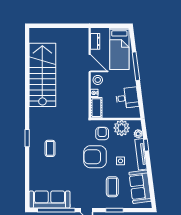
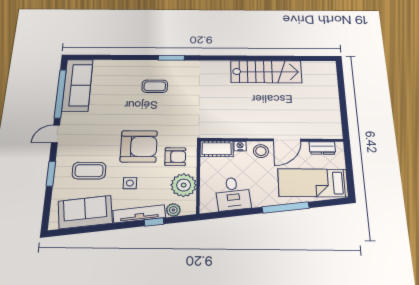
stairs: (42, 75) -> (266, 72), width x0.73, depth x0.66
armchair: (95, 157) -> (139, 146), turned 90

